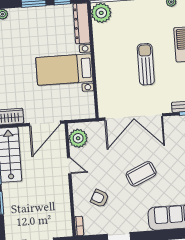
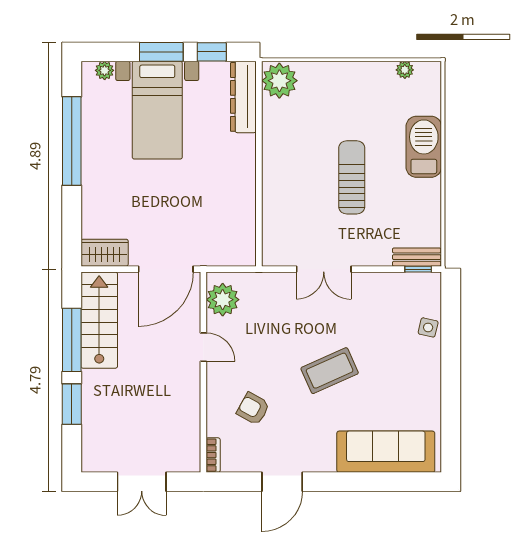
bed with nightstands: (64, 69) -> (157, 110), moved, turned -90
double door: (134, 117) -> (324, 269), width x0.54

